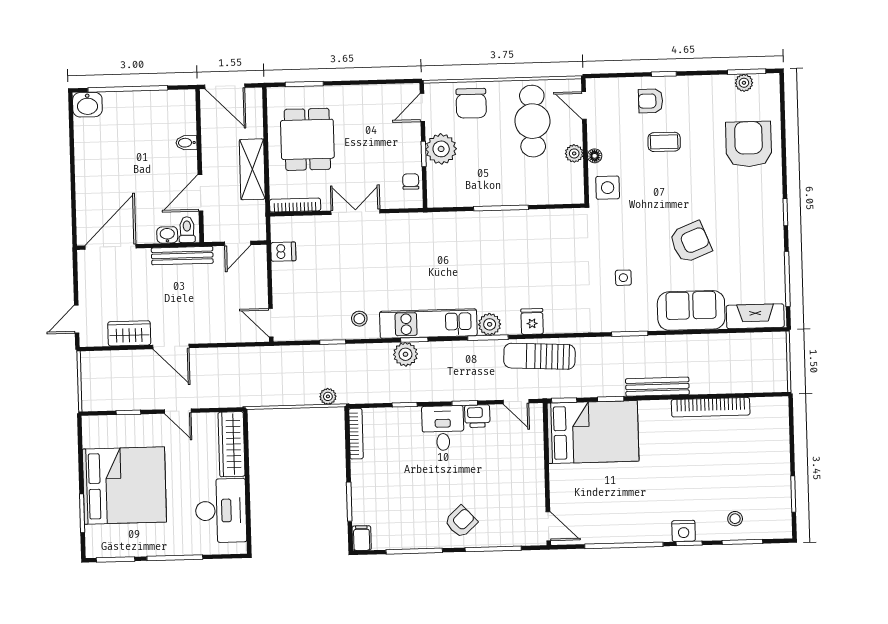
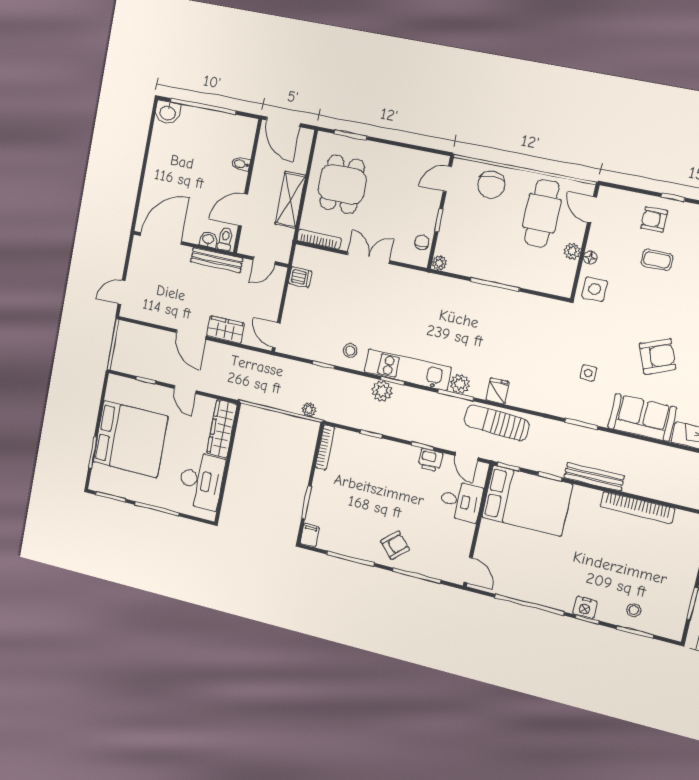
plant: (441, 149) -> (439, 263), moved, width x0.53, depth x0.53
wardrobe: (129, 333) -> (225, 330), moved
desk: (443, 428) -> (461, 501), moved, turned 90

